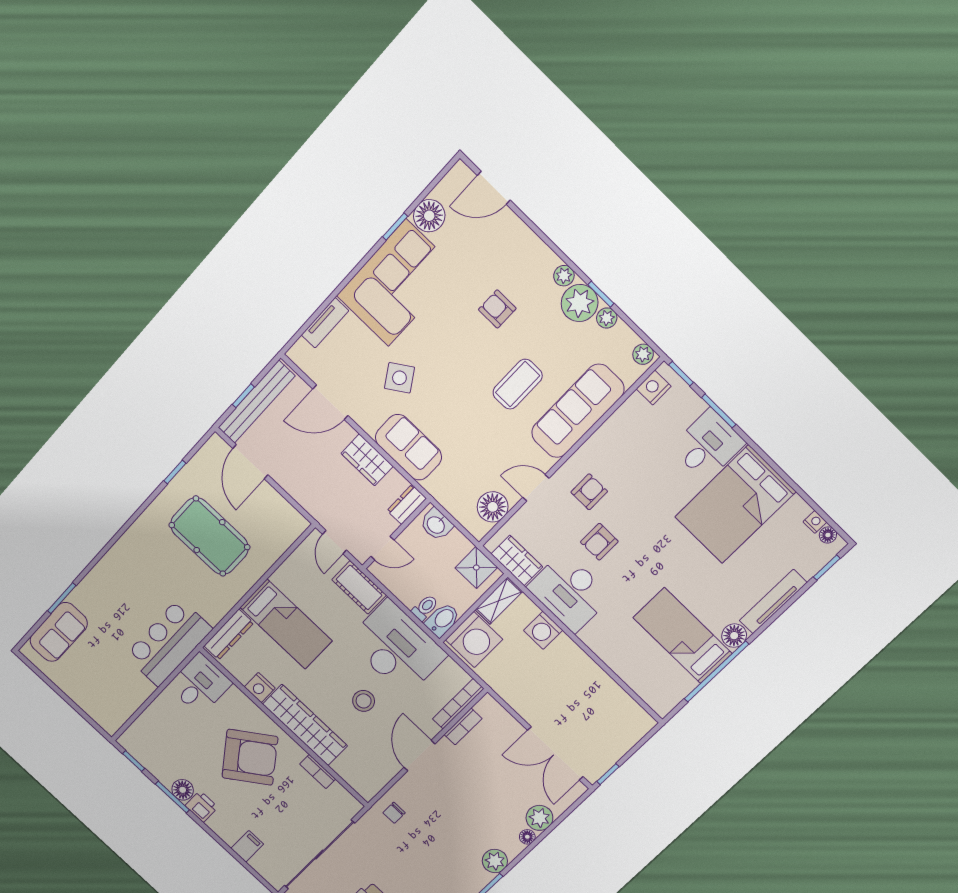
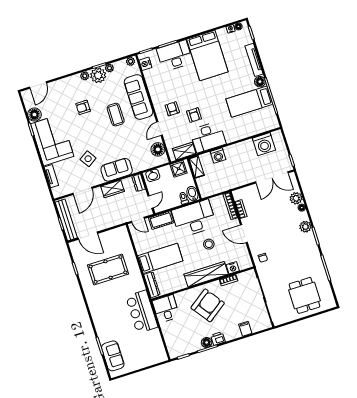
desk: (708, 445) -> (175, 56), width x1.37
washing machine: (474, 640) -> (264, 144), moved, turned 90
nightstand: (260, 688) -> (233, 268), moved

